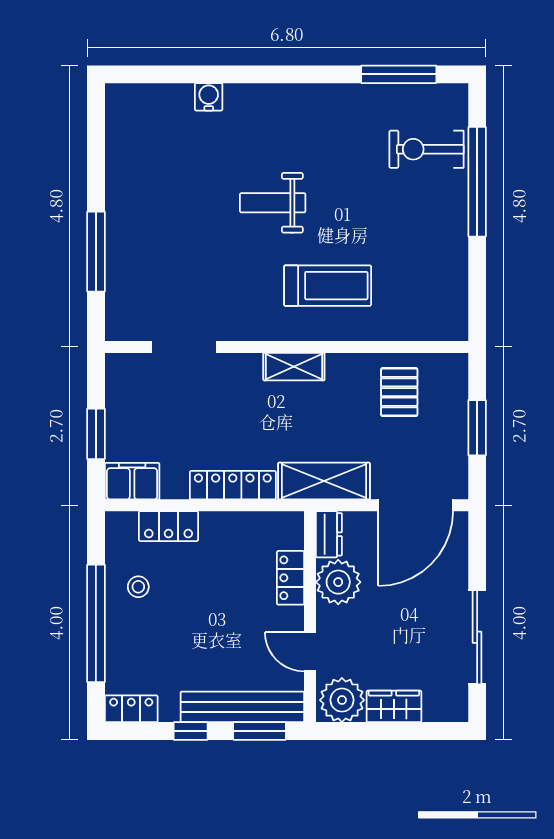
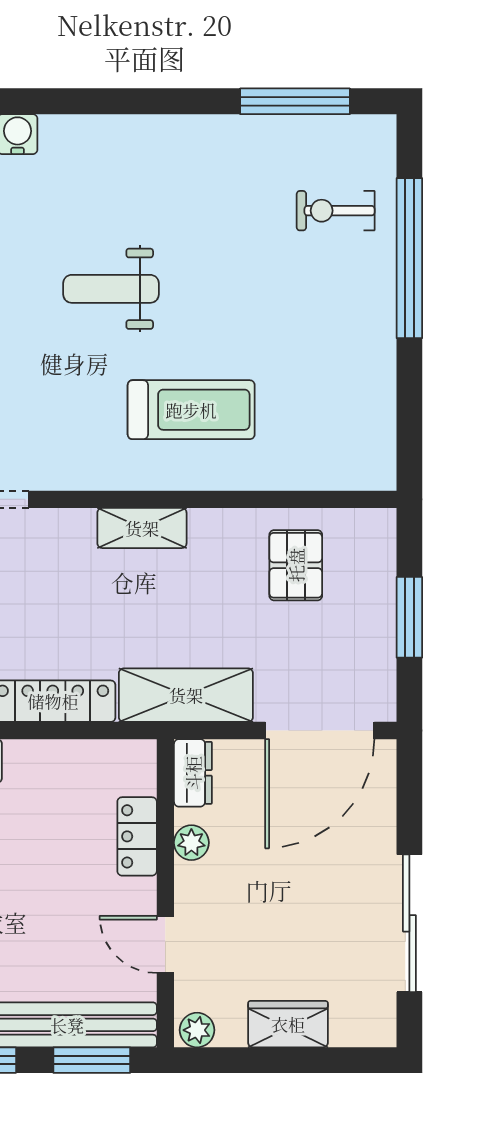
exercise bike: (427, 149) -> (336, 211), width x0.73, depth x0.72
plant: (338, 582) -> (191, 843), width x0.53, depth x0.53
plant: (342, 700) -> (197, 1030), width x0.53, depth x0.53

